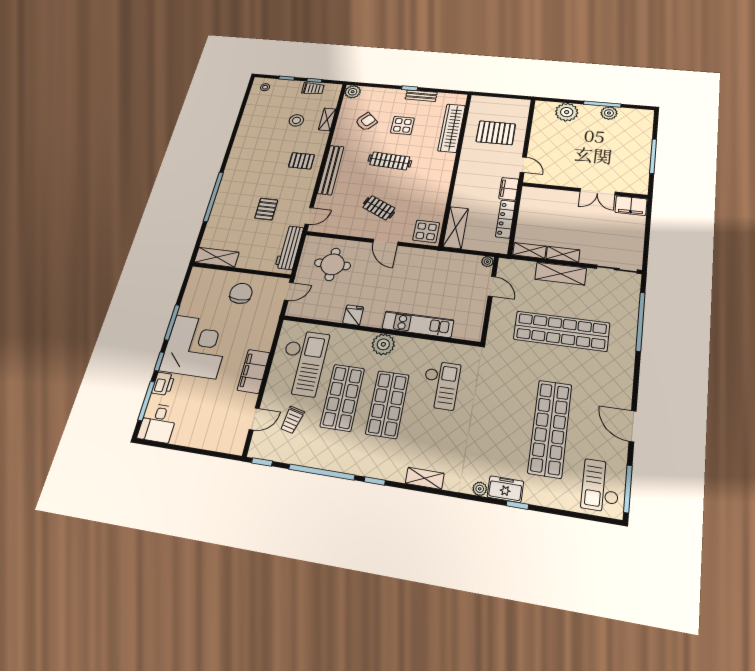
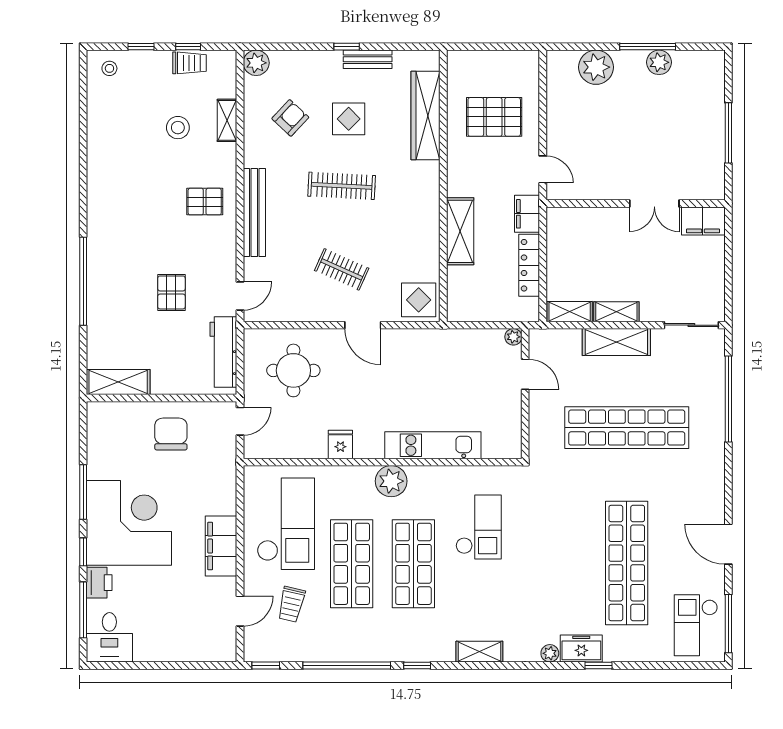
shelving: (456, 228) -> (460, 231), moved

